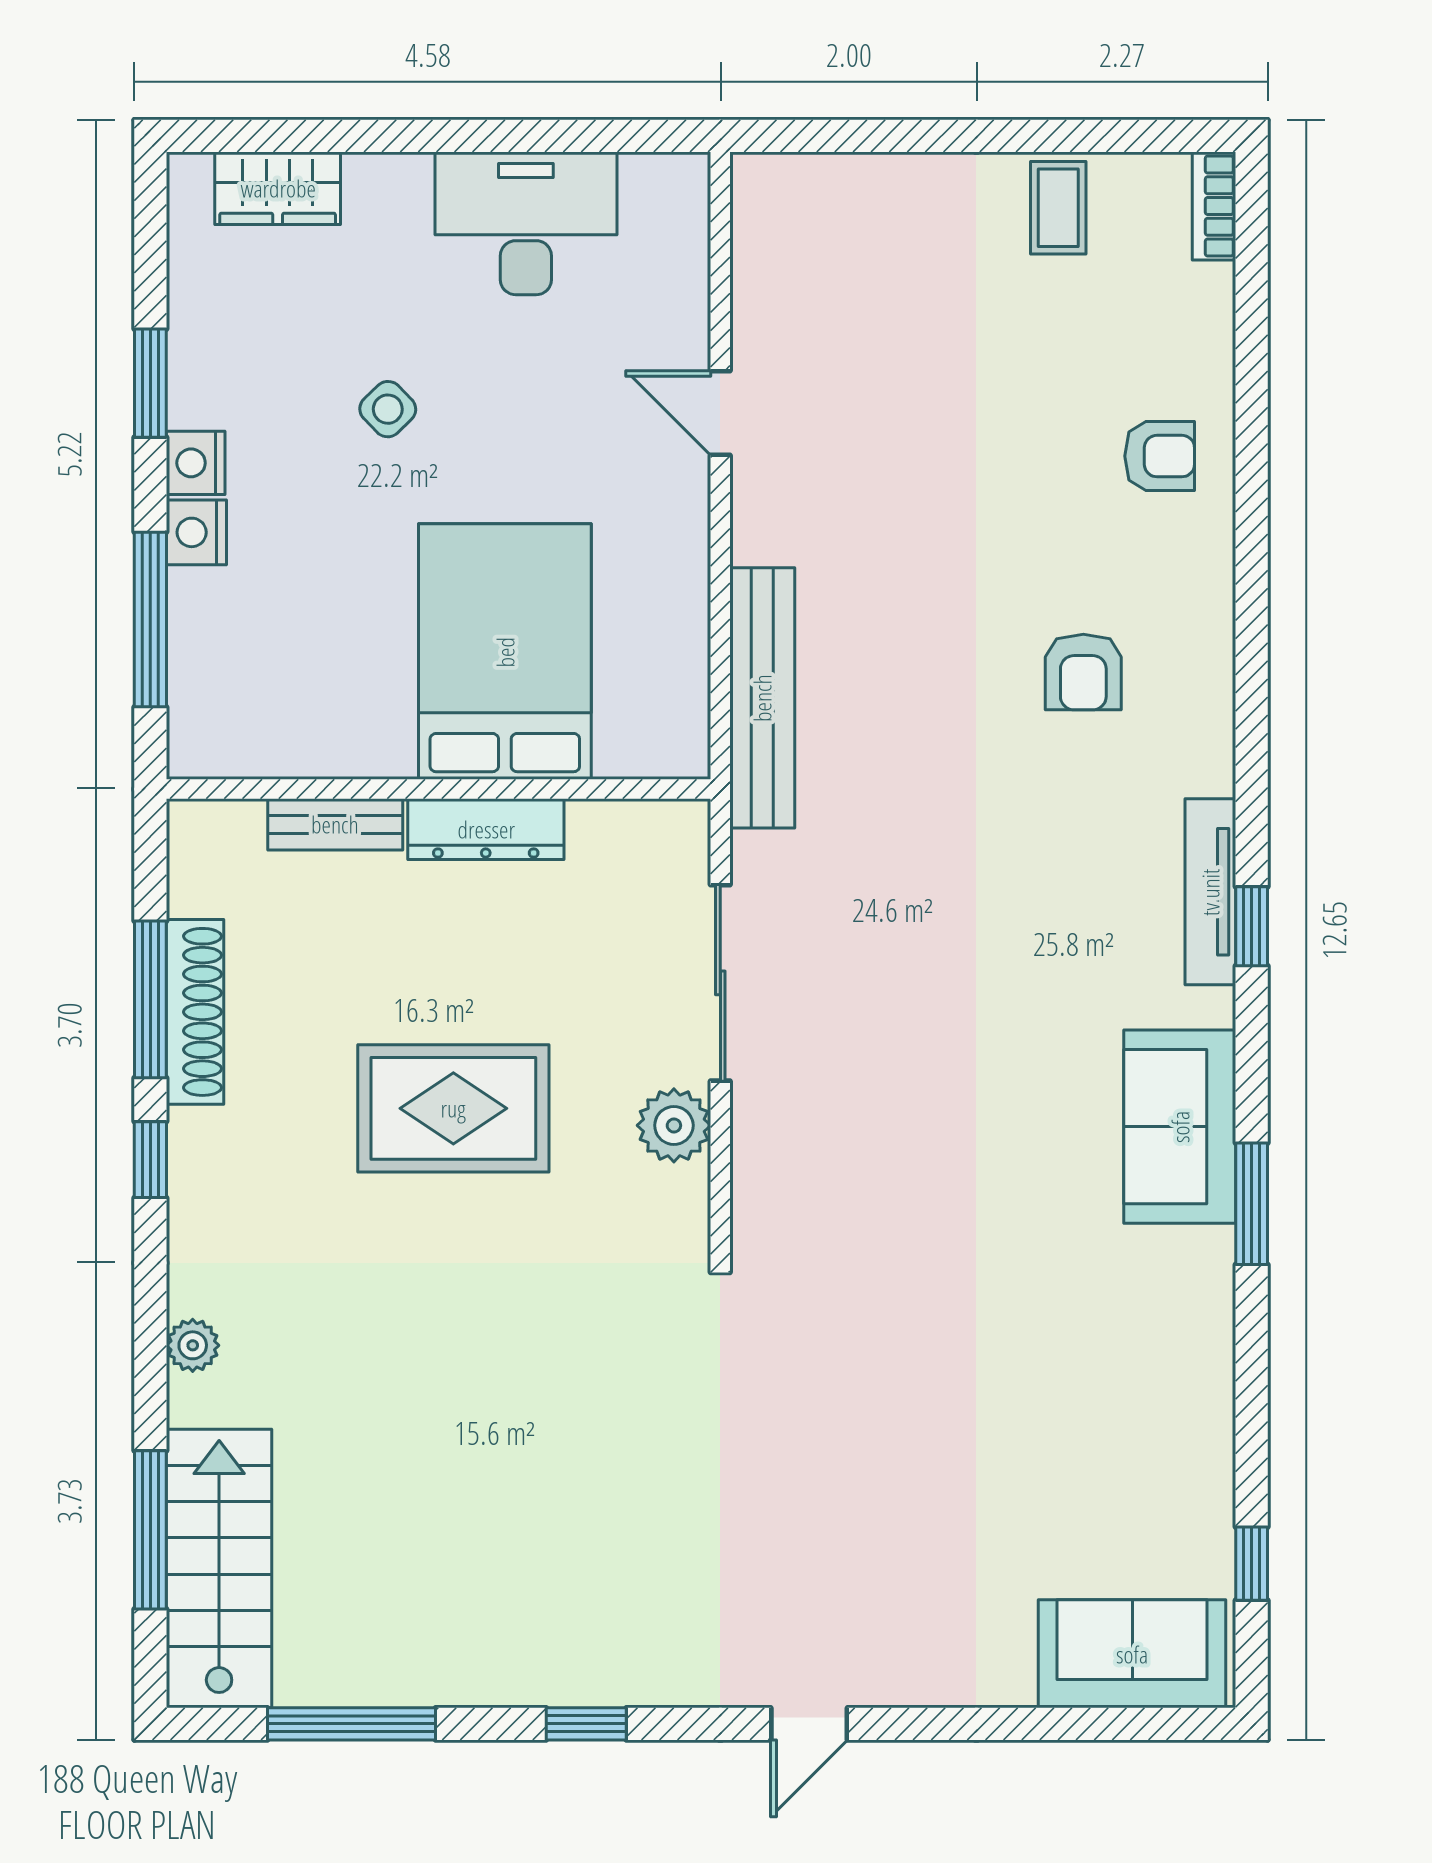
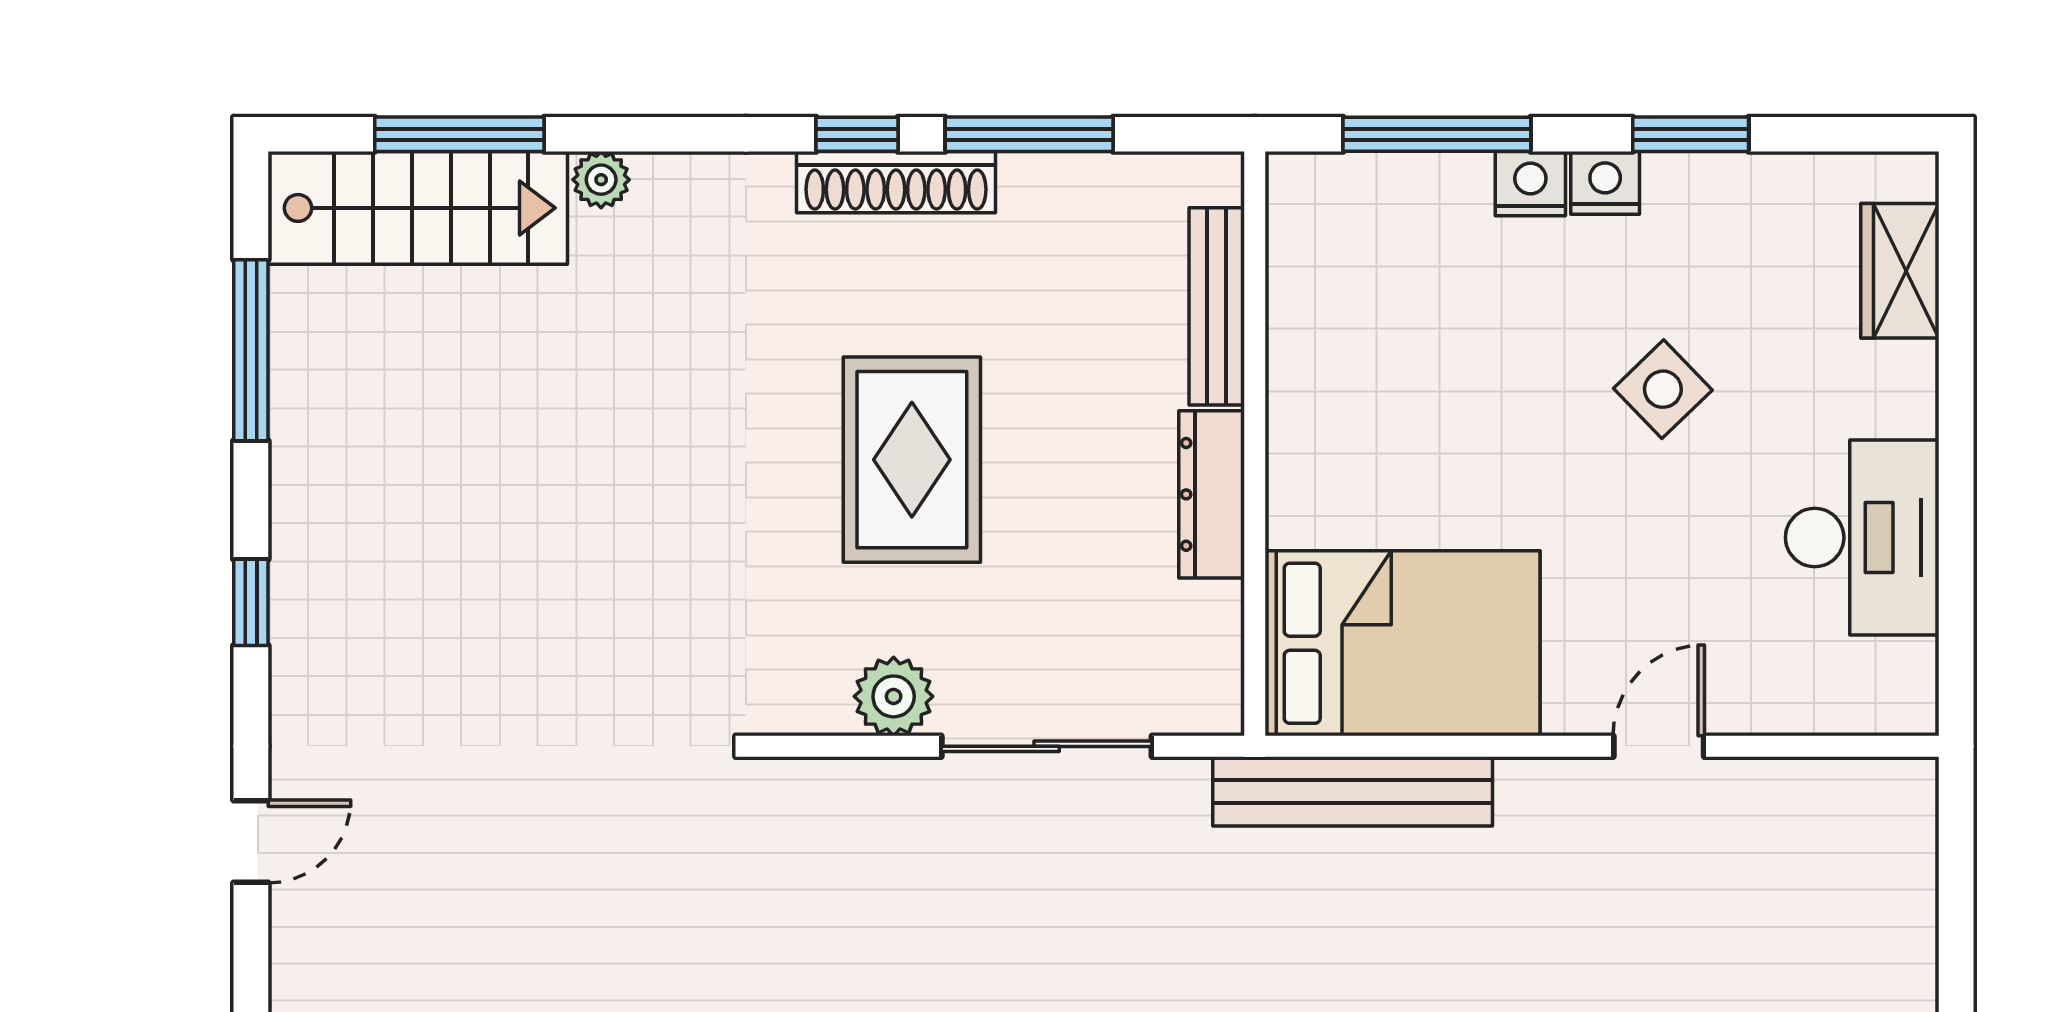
side table: (388, 409) -> (1663, 389), width x1.37, depth x1.37
bed: (505, 652) -> (1402, 643), moved
bench: (335, 824) -> (1217, 306), width x1.36
shoe rack: (195, 1012) -> (896, 182), moved
plant: (193, 1345) -> (601, 180), moved
door: (809, 1724) -> (251, 842), swing flipped

